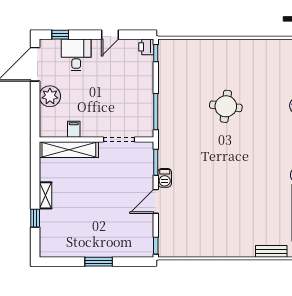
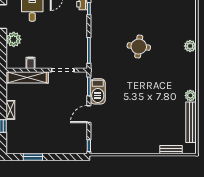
barbecue: (165, 178) -> (98, 91), width x1.88, depth x1.53
window: (99, 262) -> (33, 157), moved

